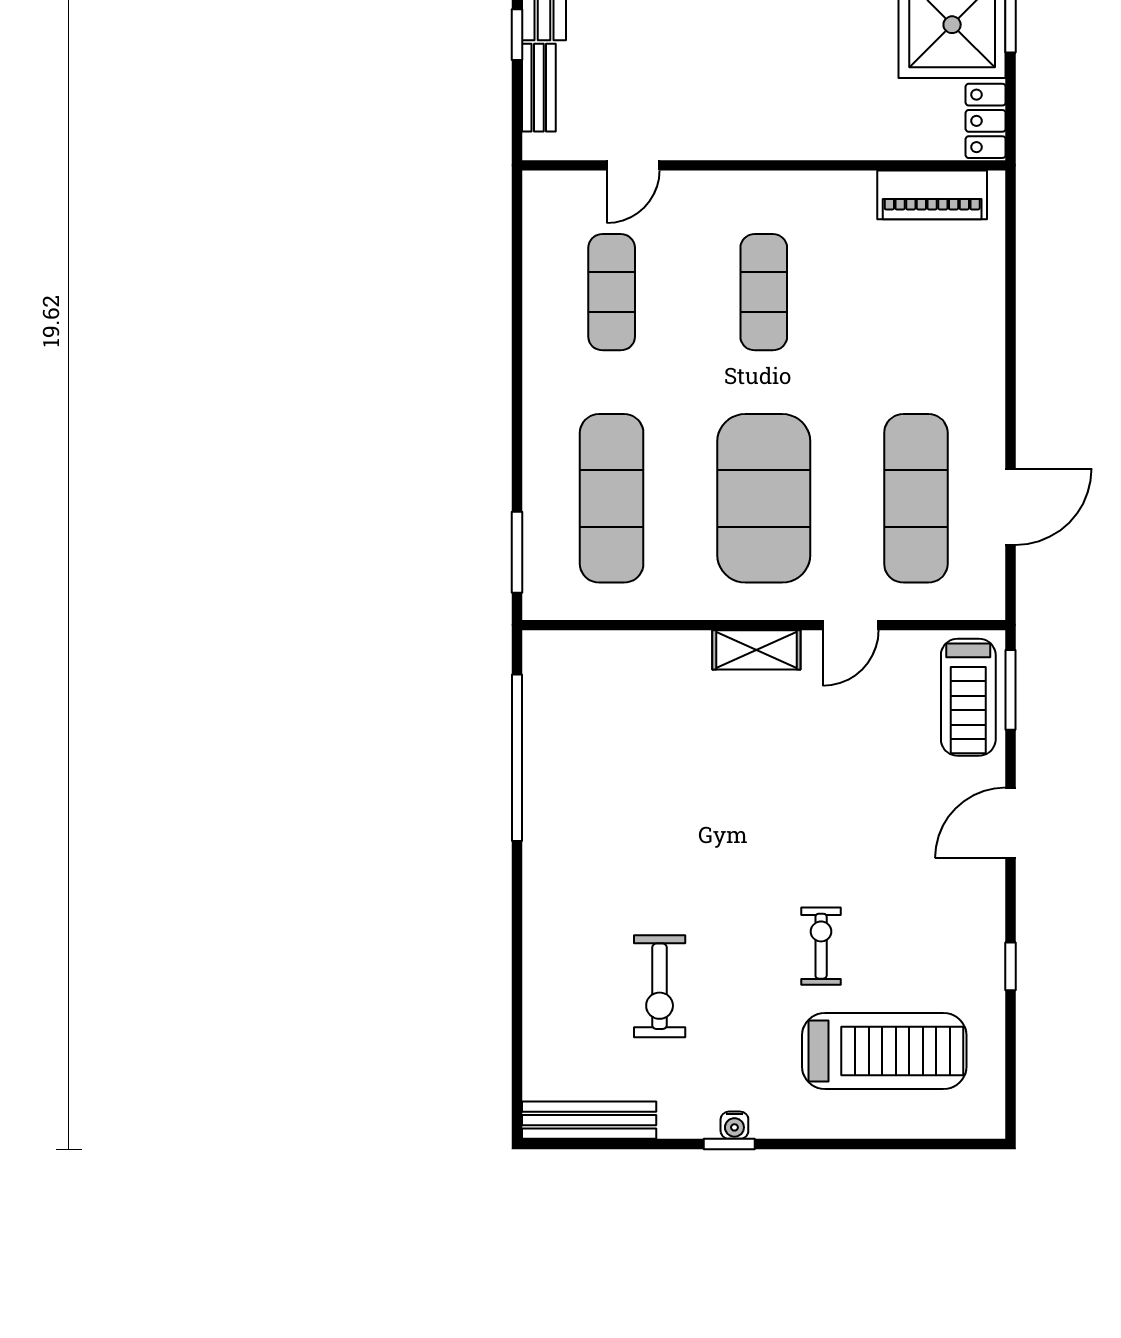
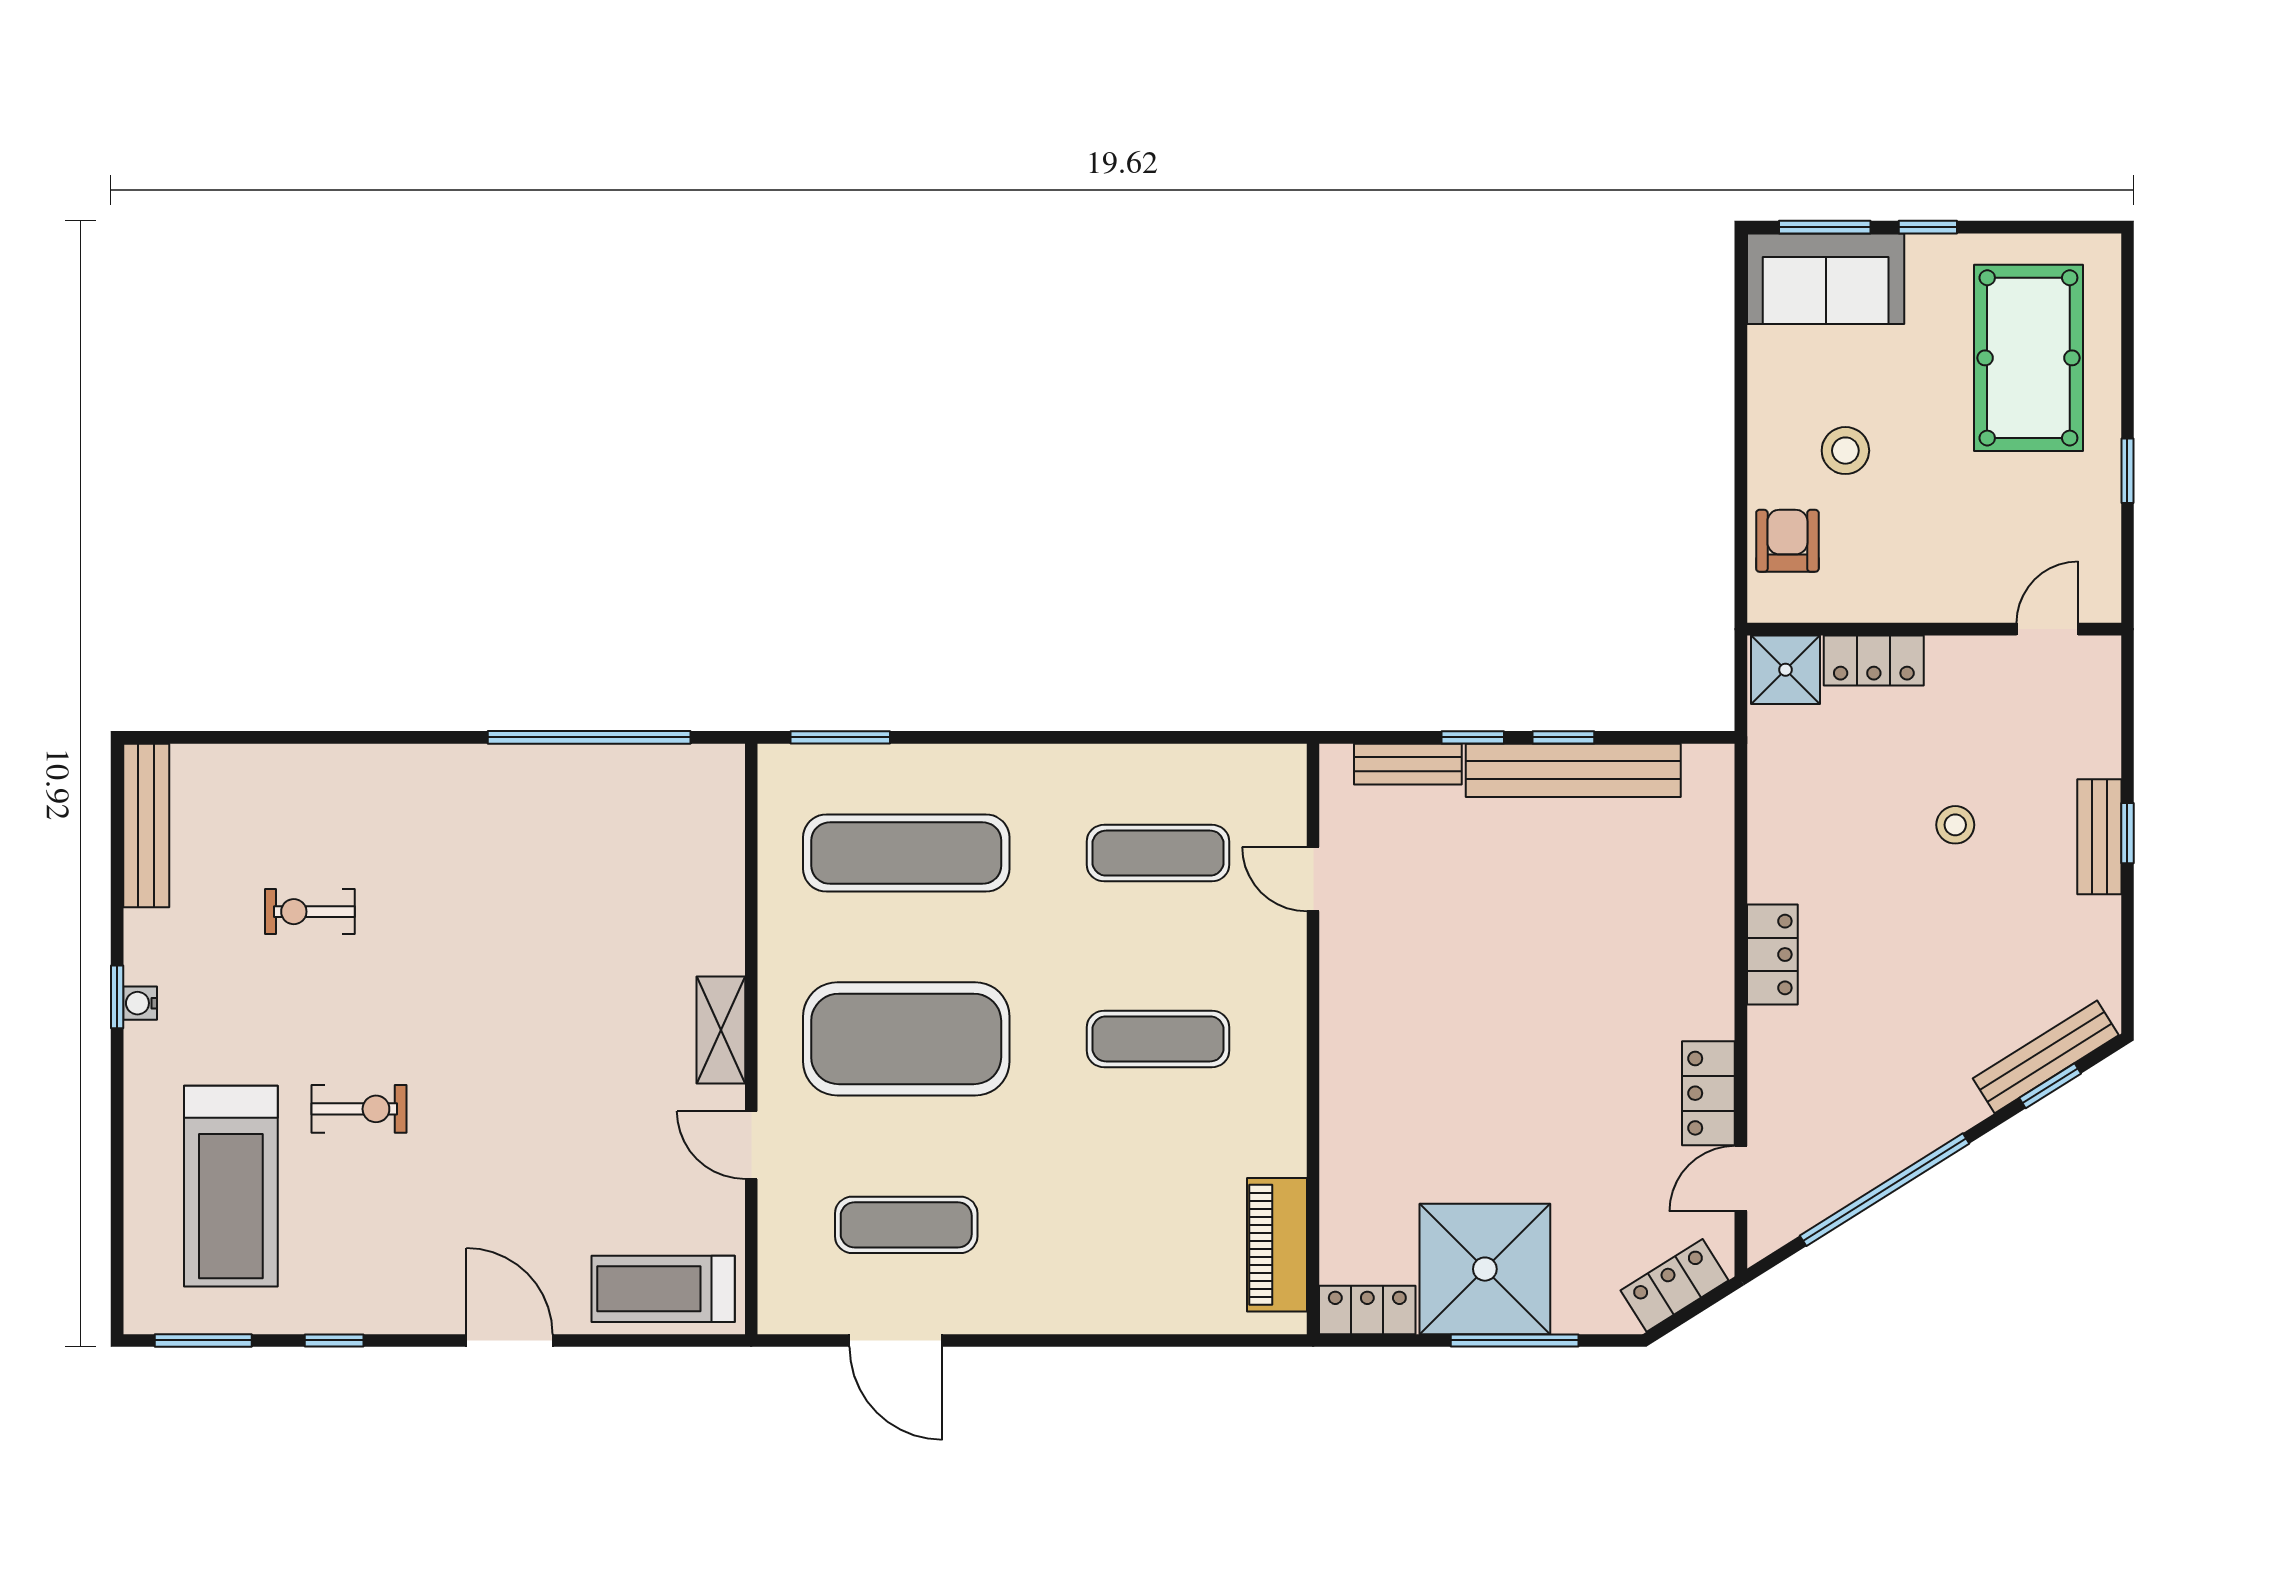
exercise mat: (916, 498) -> (906, 1225), width x0.73, depth x0.69
window: (1011, 690) -> (203, 1340), moved
exercise bike: (660, 986) -> (310, 912), width x0.73, depth x0.72

